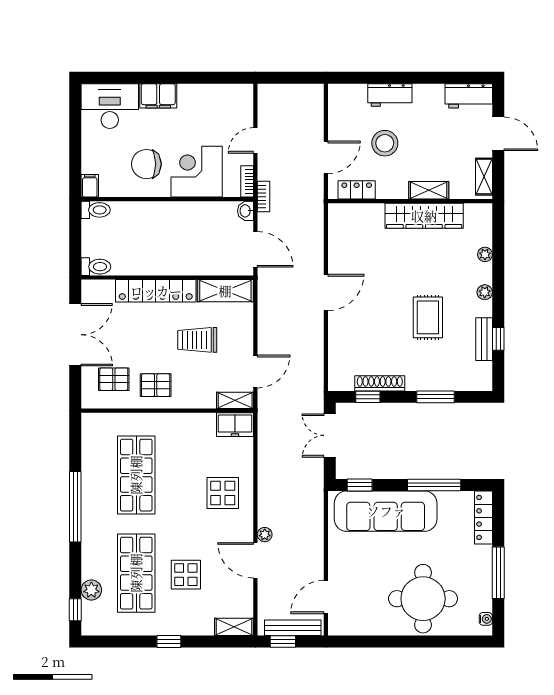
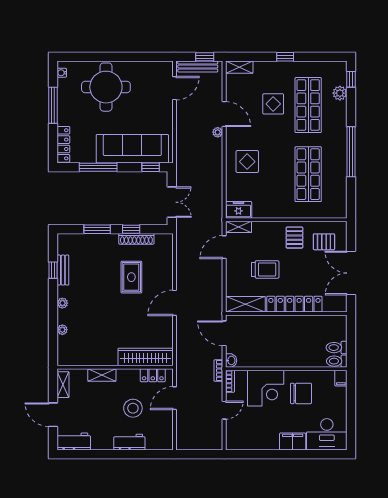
wardrobe: (424, 216) -> (146, 357), moved
toilet: (96, 267) -> (337, 348), moved
rug: (428, 317) -> (131, 277), moved
pallet: (156, 385) -> (294, 238), turned 90
window: (368, 397) -> (131, 229), moved

